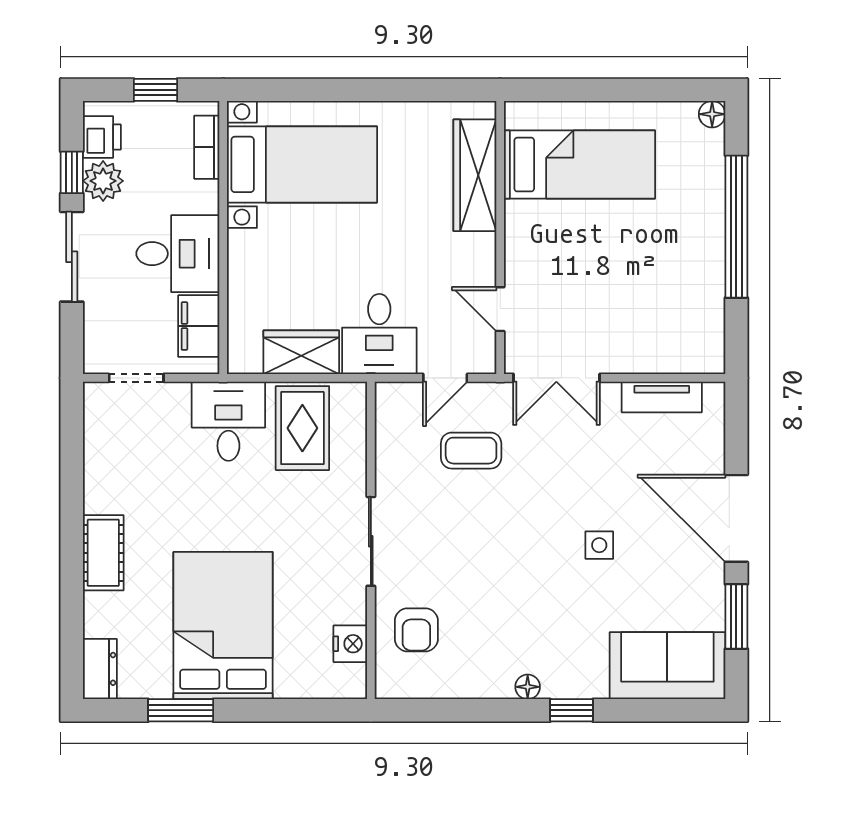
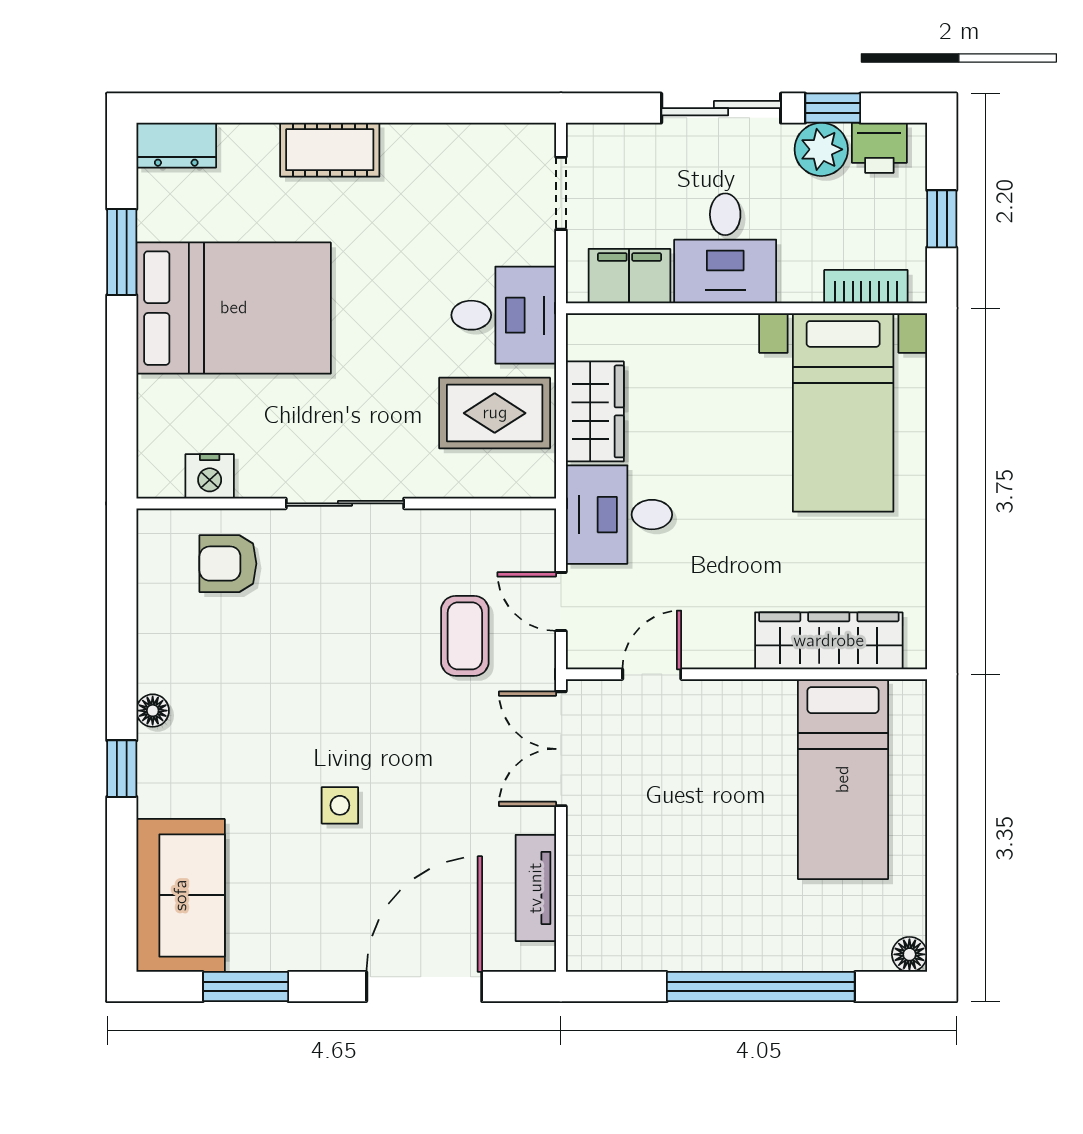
door: (736, 518) -> (424, 987), moved

